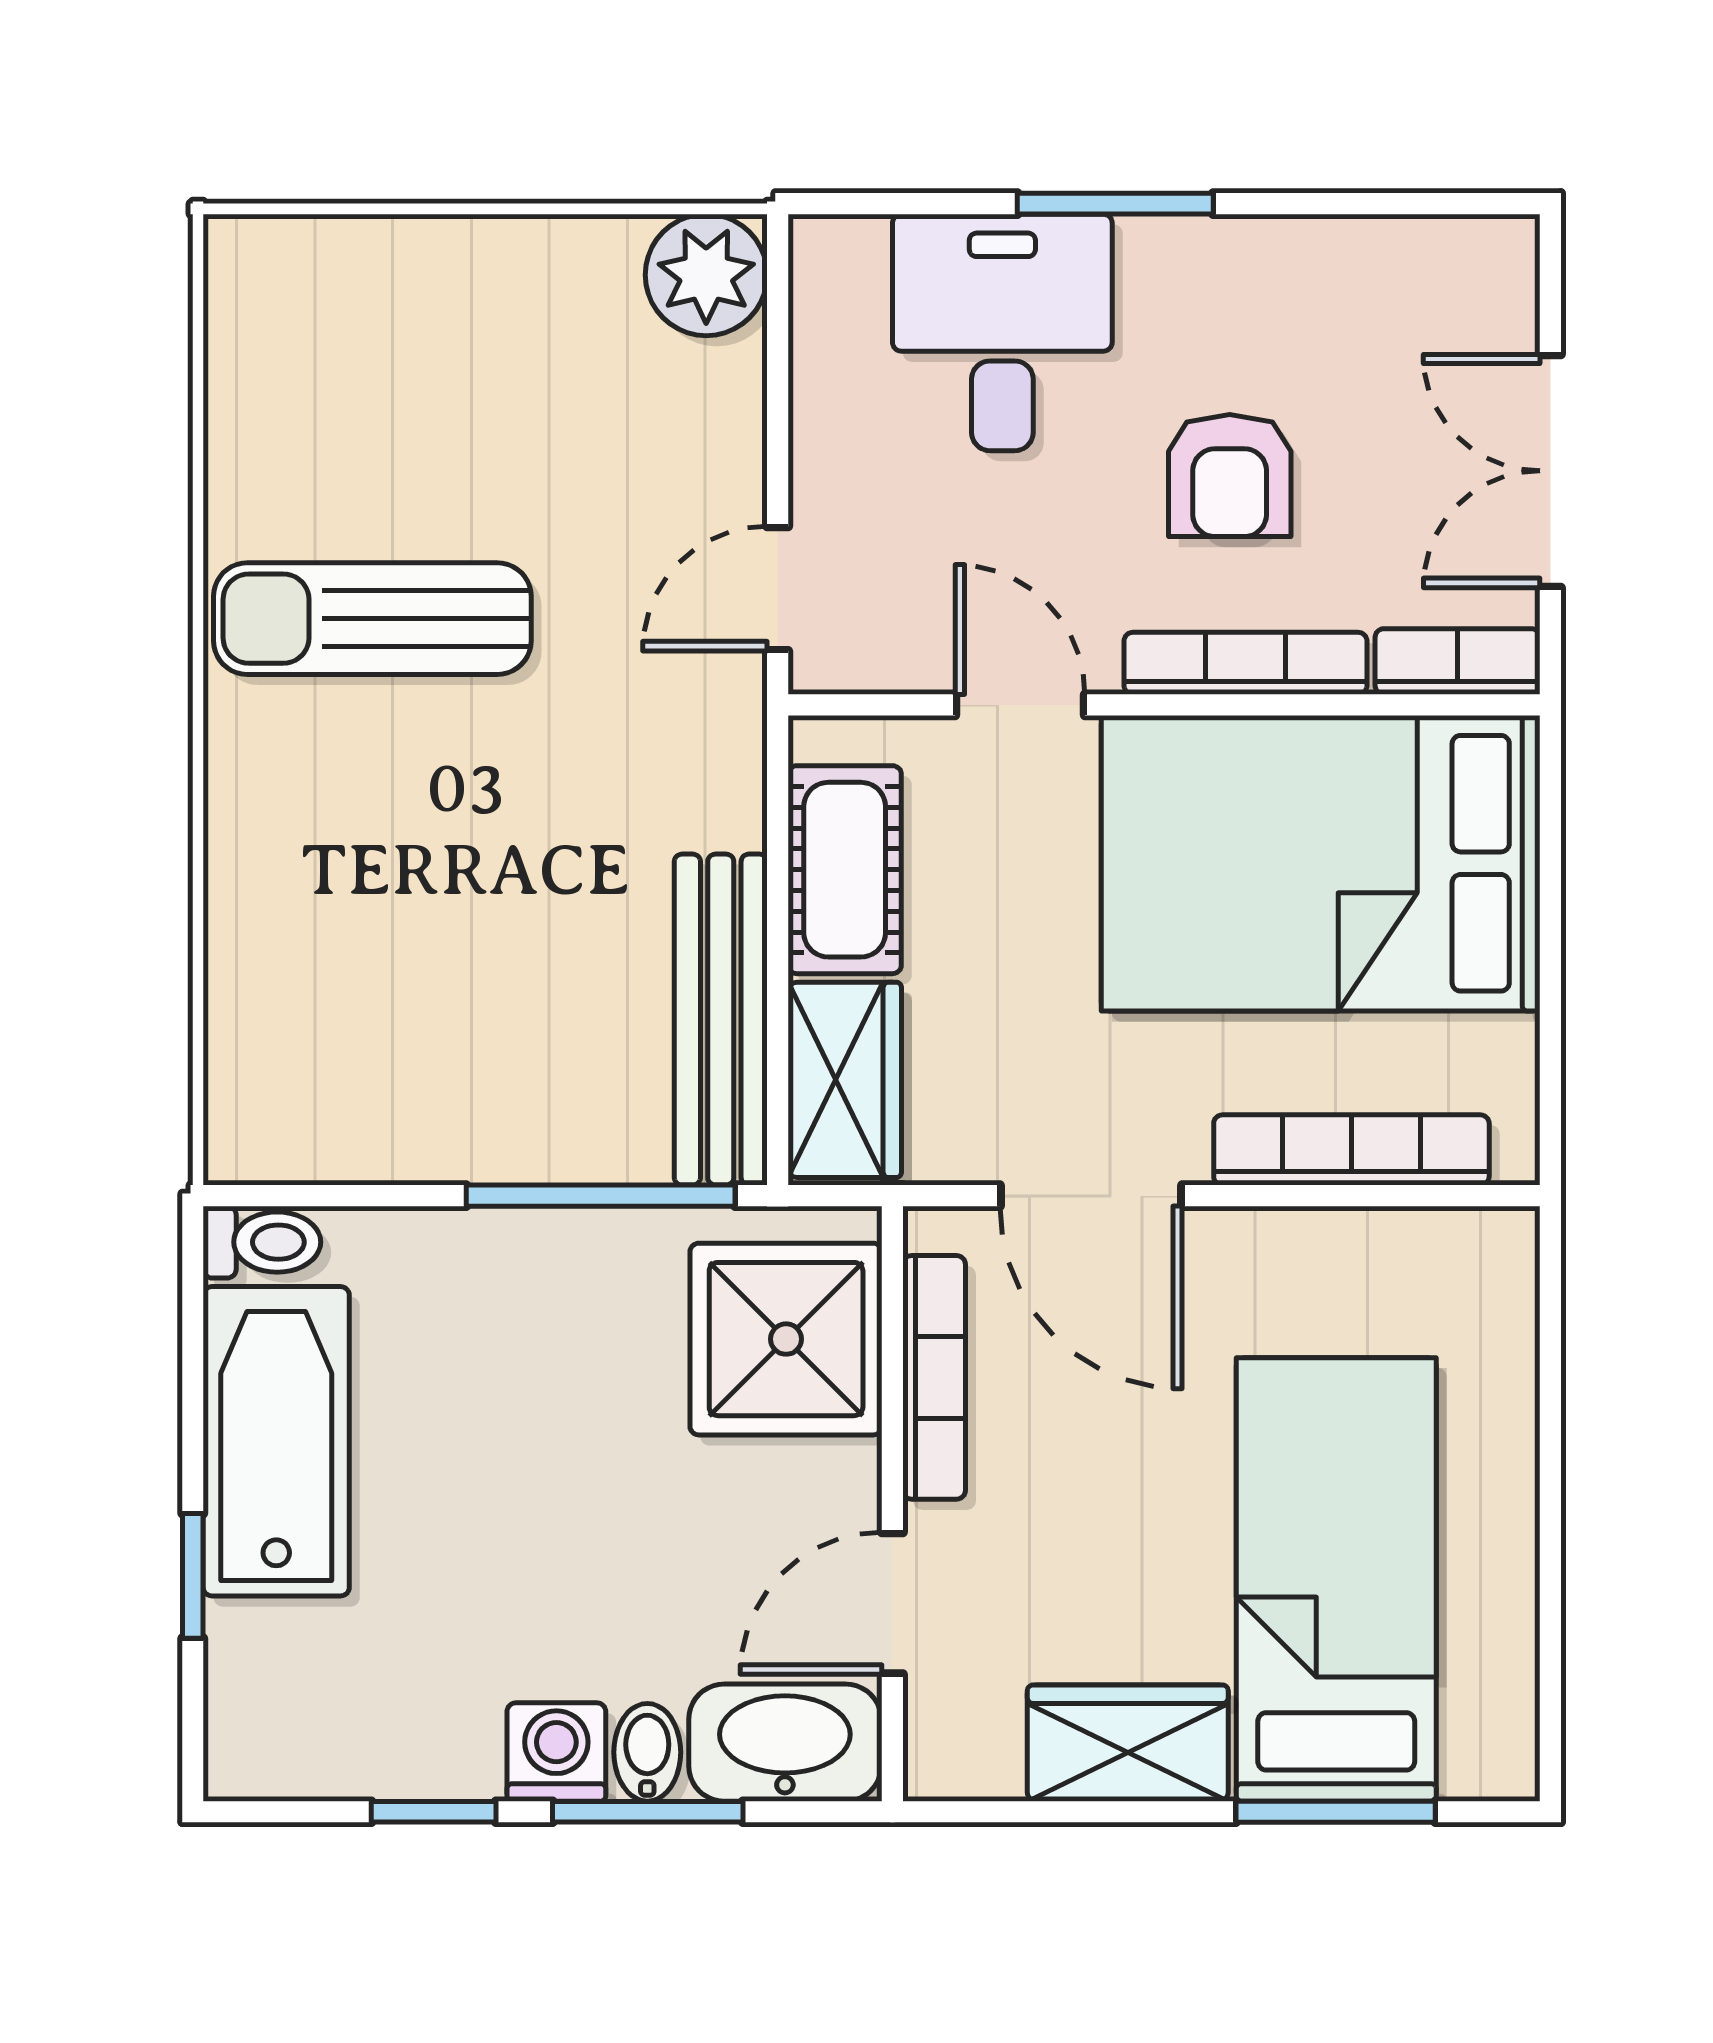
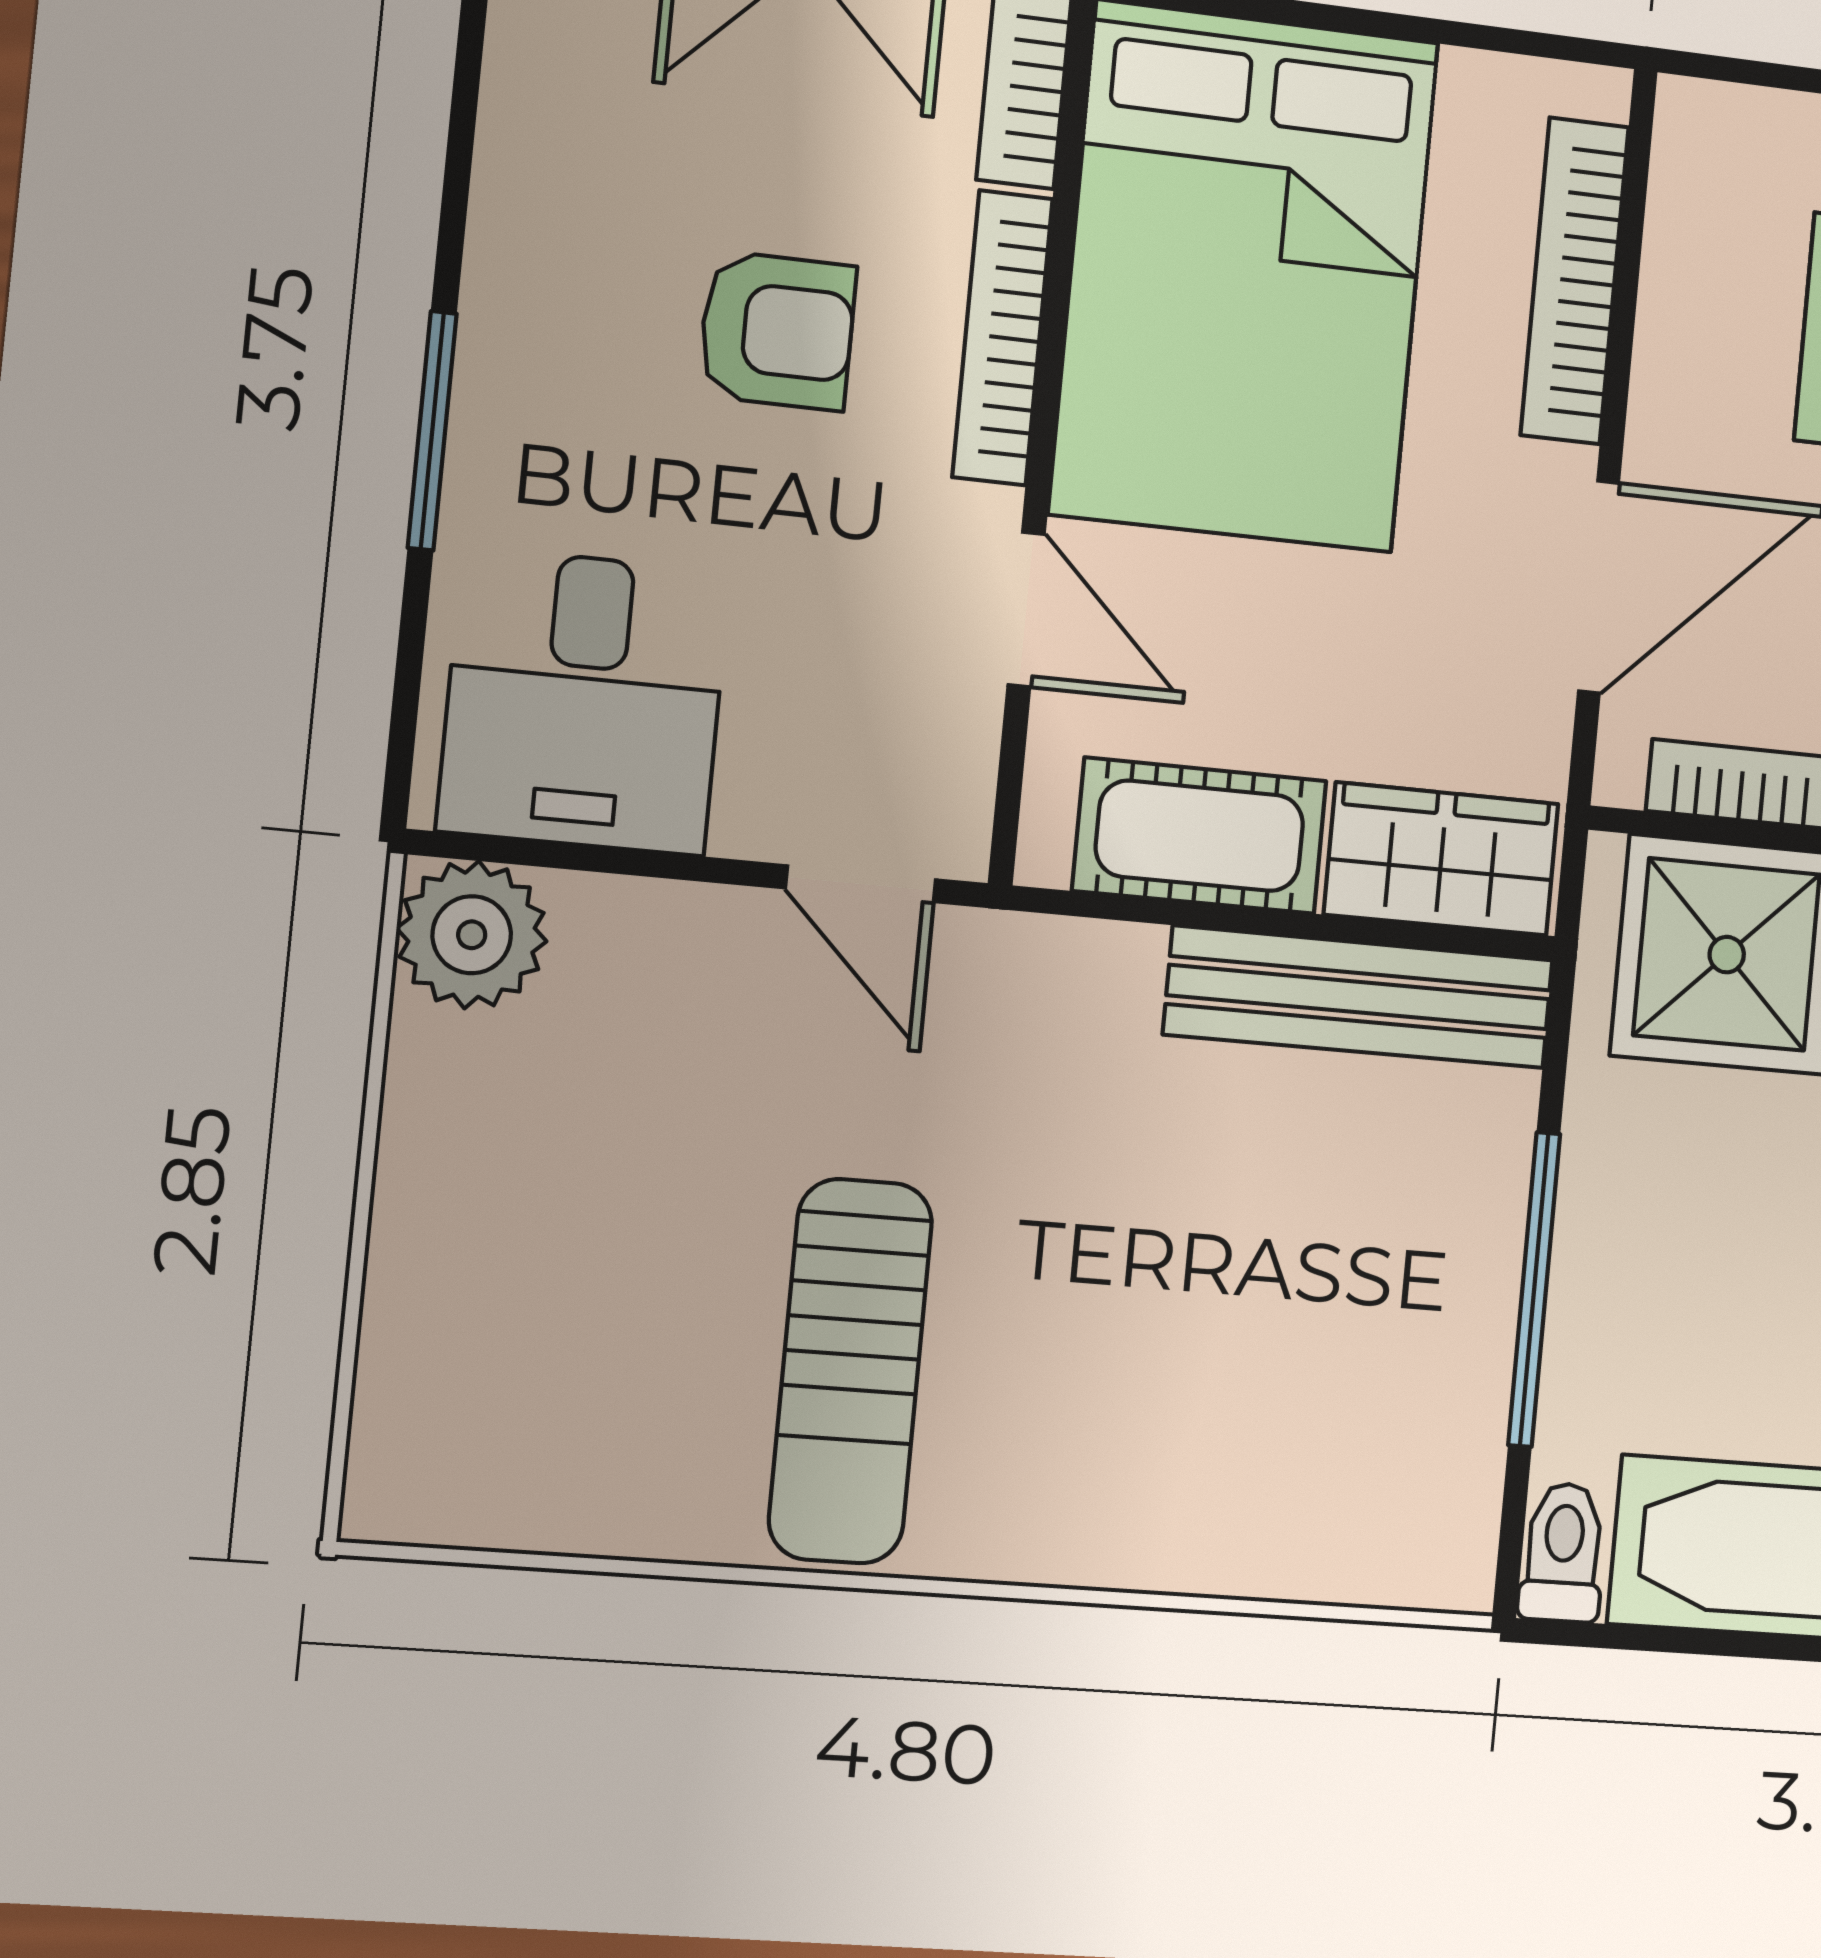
desk: (1002, 332) -> (584, 701), moved, turned -90
door: (1020, 705) -> (1026, 610), swing flipped
window: (601, 1196) -> (1534, 1289), moved

